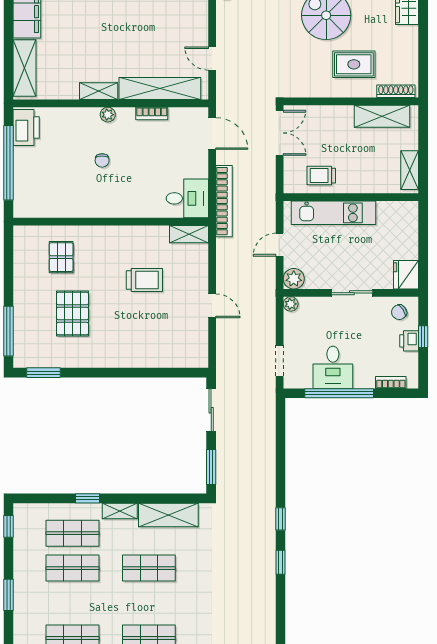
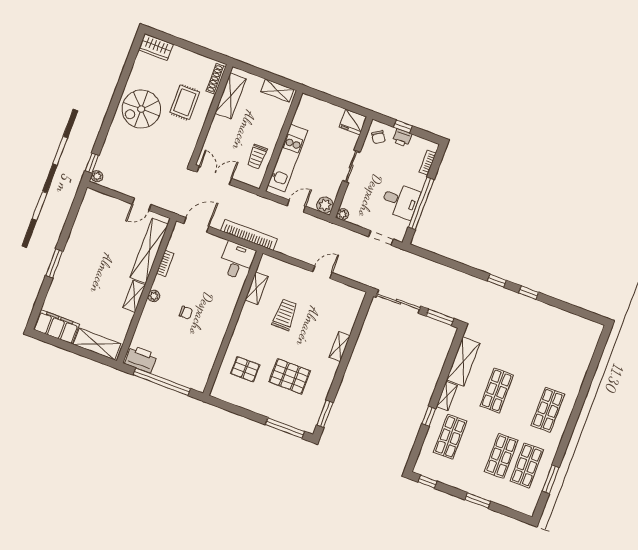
shelving: (189, 234) -> (256, 288), moved
door: (280, 245) -> (296, 206), swing flipped
shelving: (131, 360) -> (339, 347), added
sliding door: (211, 410) -> (398, 302), width x1.37
shop shelf: (73, 568) -> (501, 456), moved

